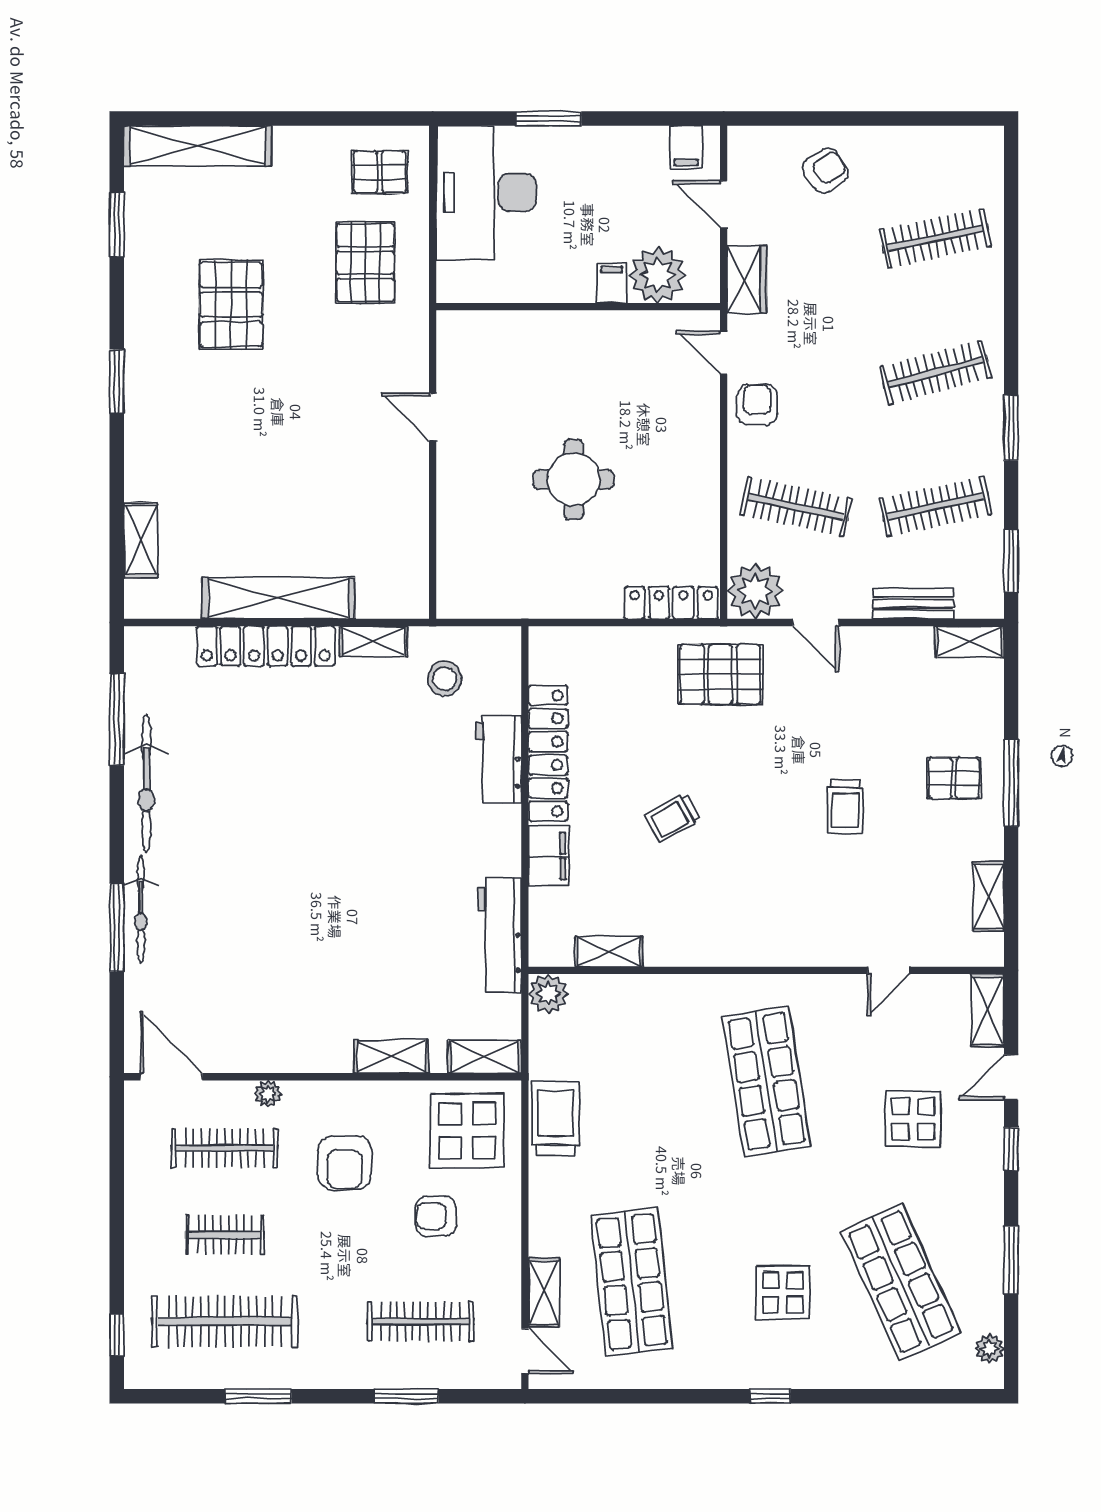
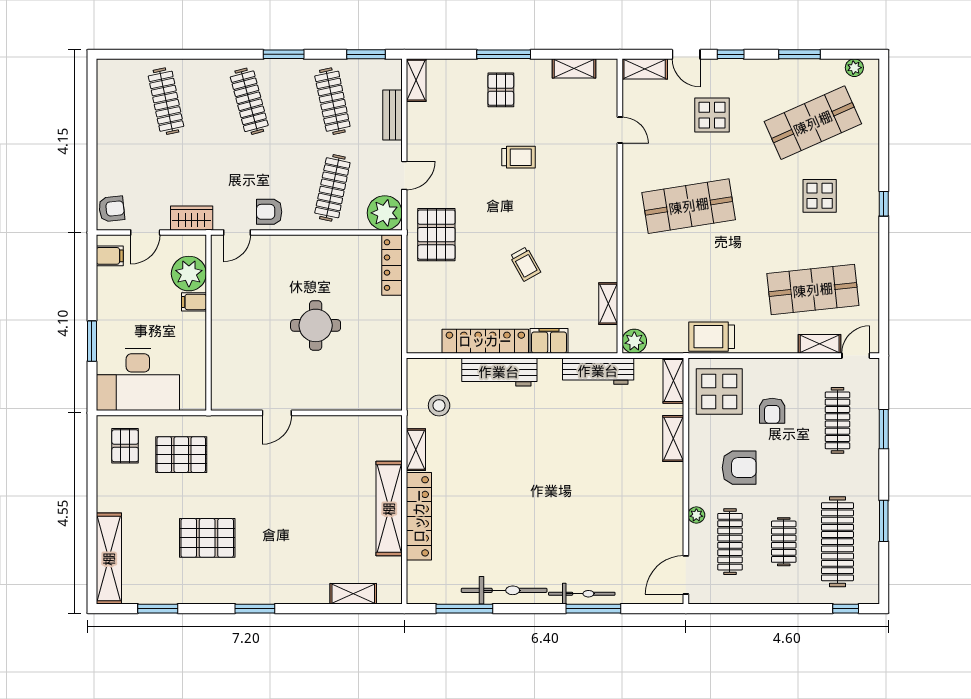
armchair: (825, 170) -> (112, 209), moved, turned 118
workbench: (499, 759) -> (499, 372), width x1.38

